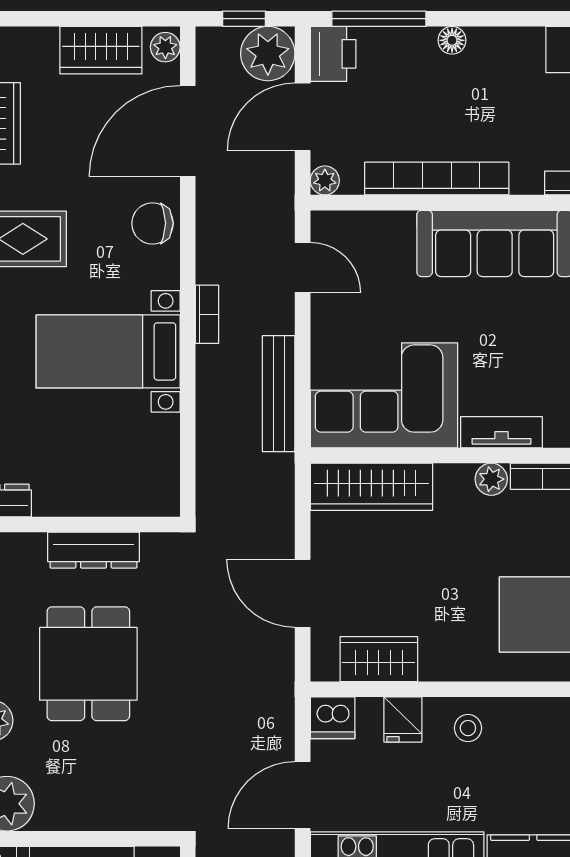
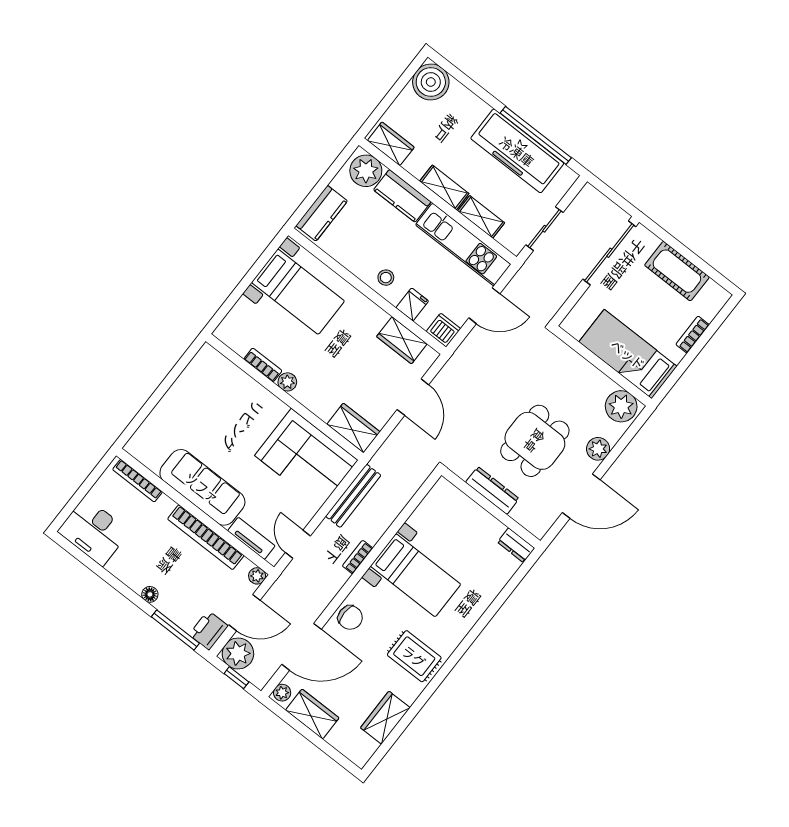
tv unit: (501, 432) -> (251, 538), moved, turned 180
wardrobe: (371, 487) -> (353, 428), width x0.67

